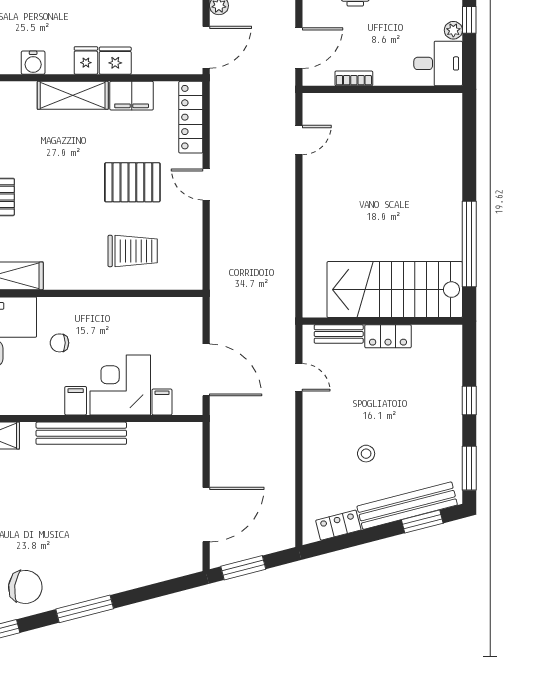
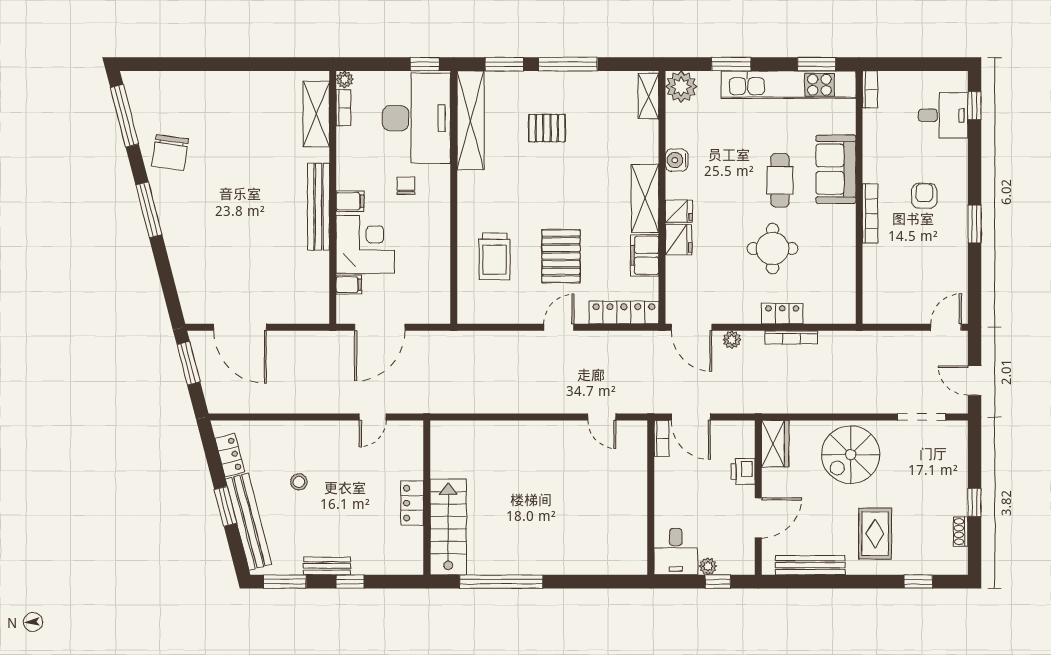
bookcase: (354, 78) -> (661, 438), moved
stairs: (395, 290) -> (448, 527), width x0.73, depth x0.66
bench: (339, 334) -> (327, 566), moved, turned 90
window: (422, 521) -> (226, 506), moved

